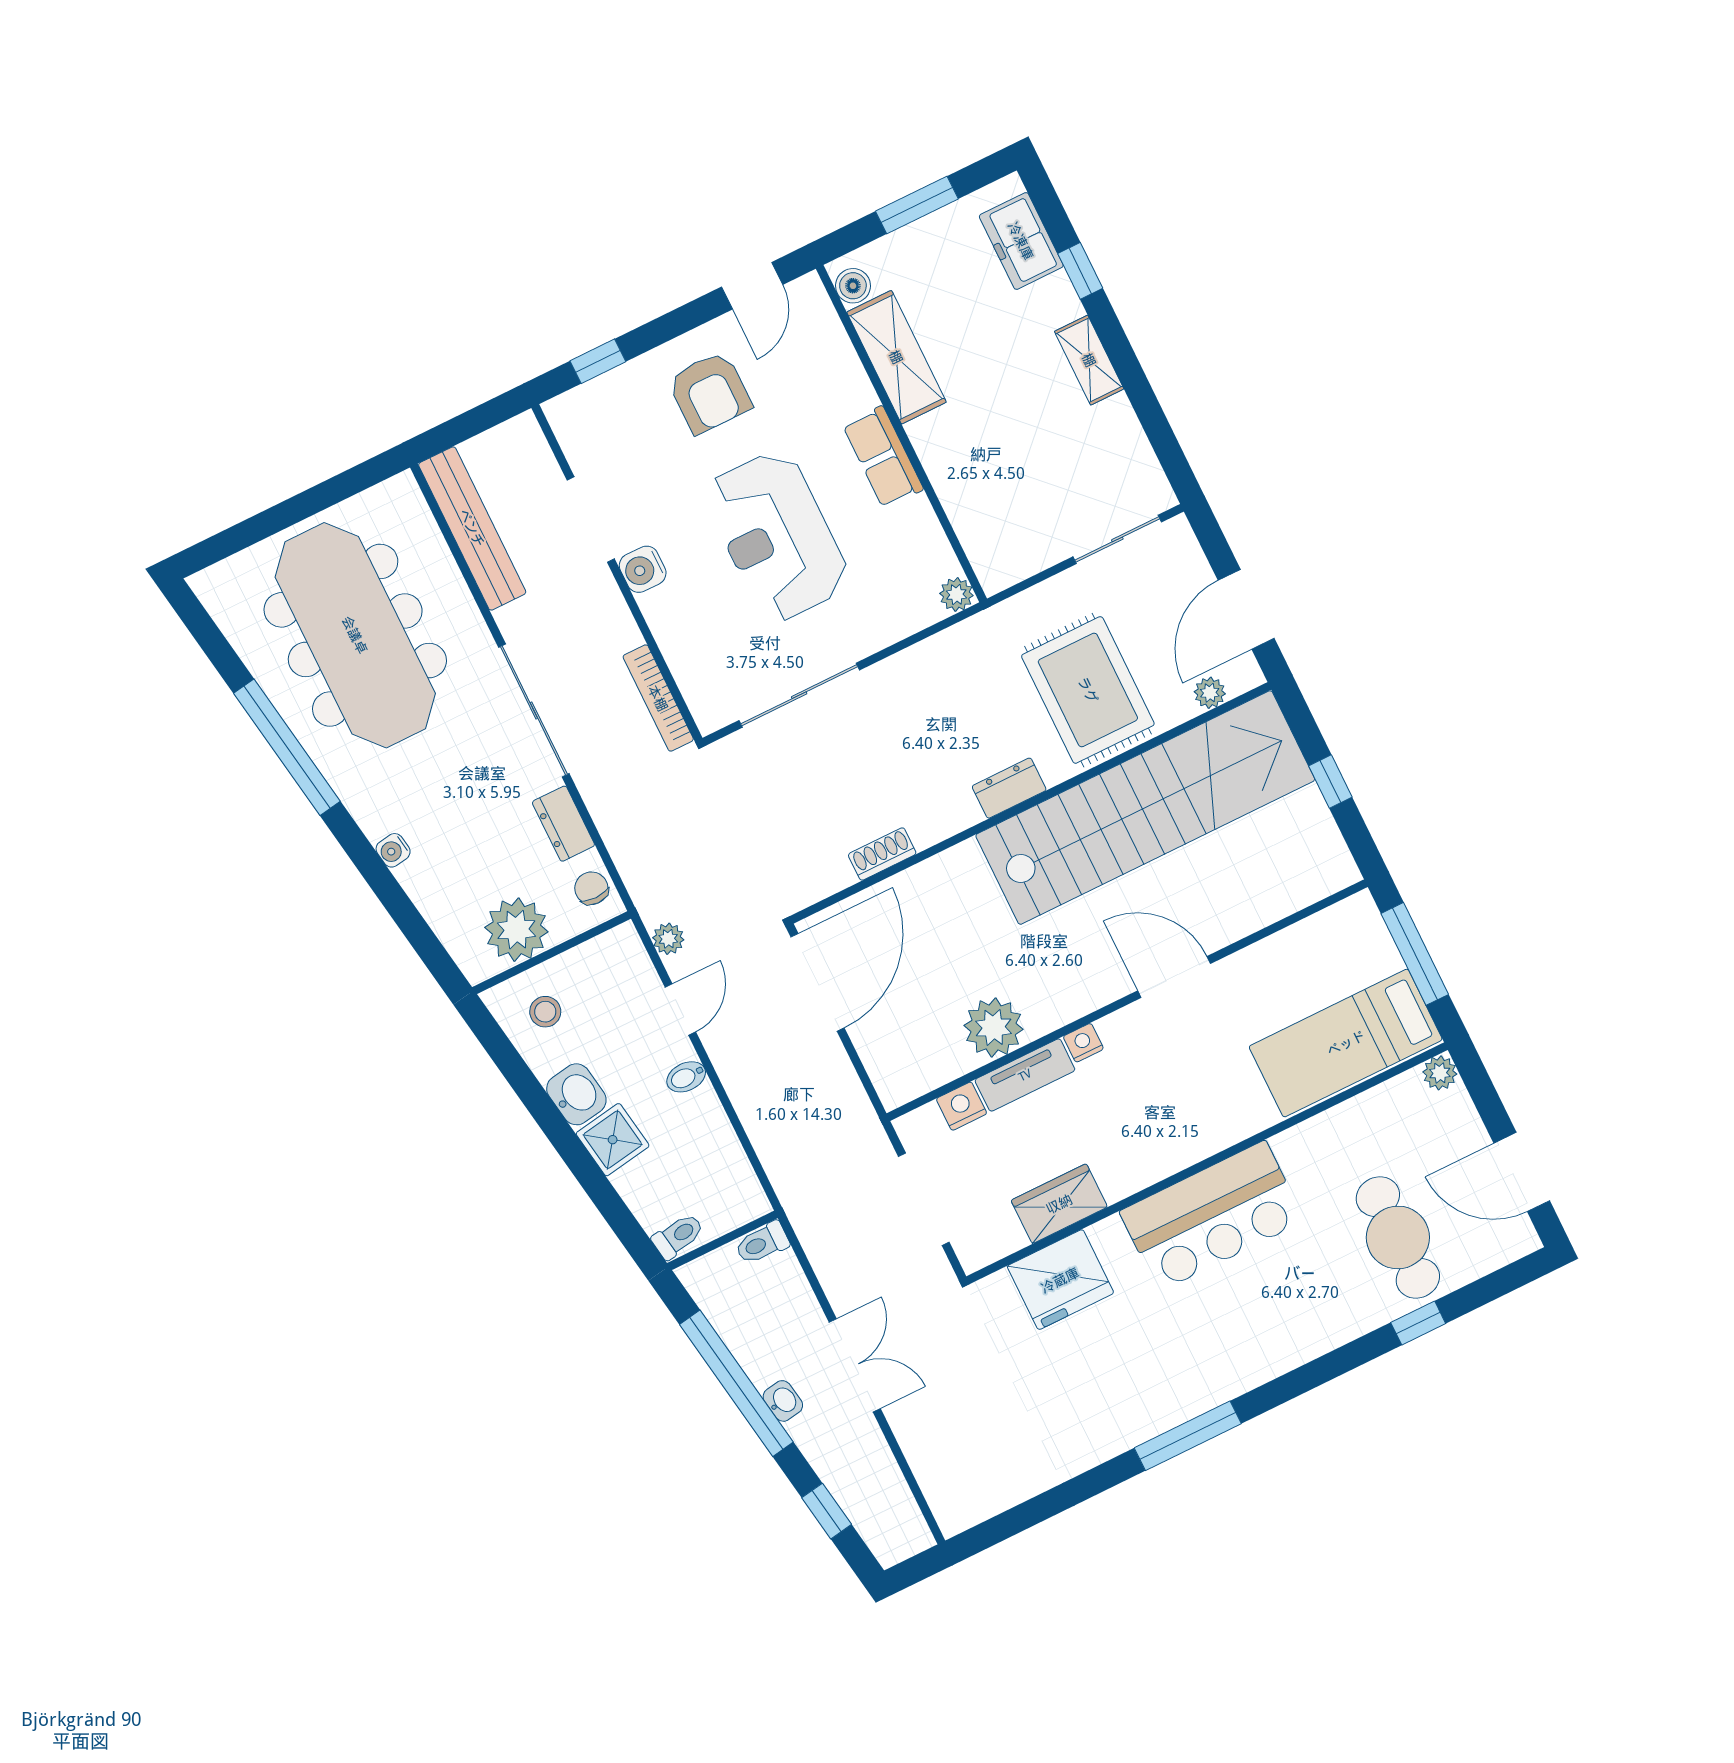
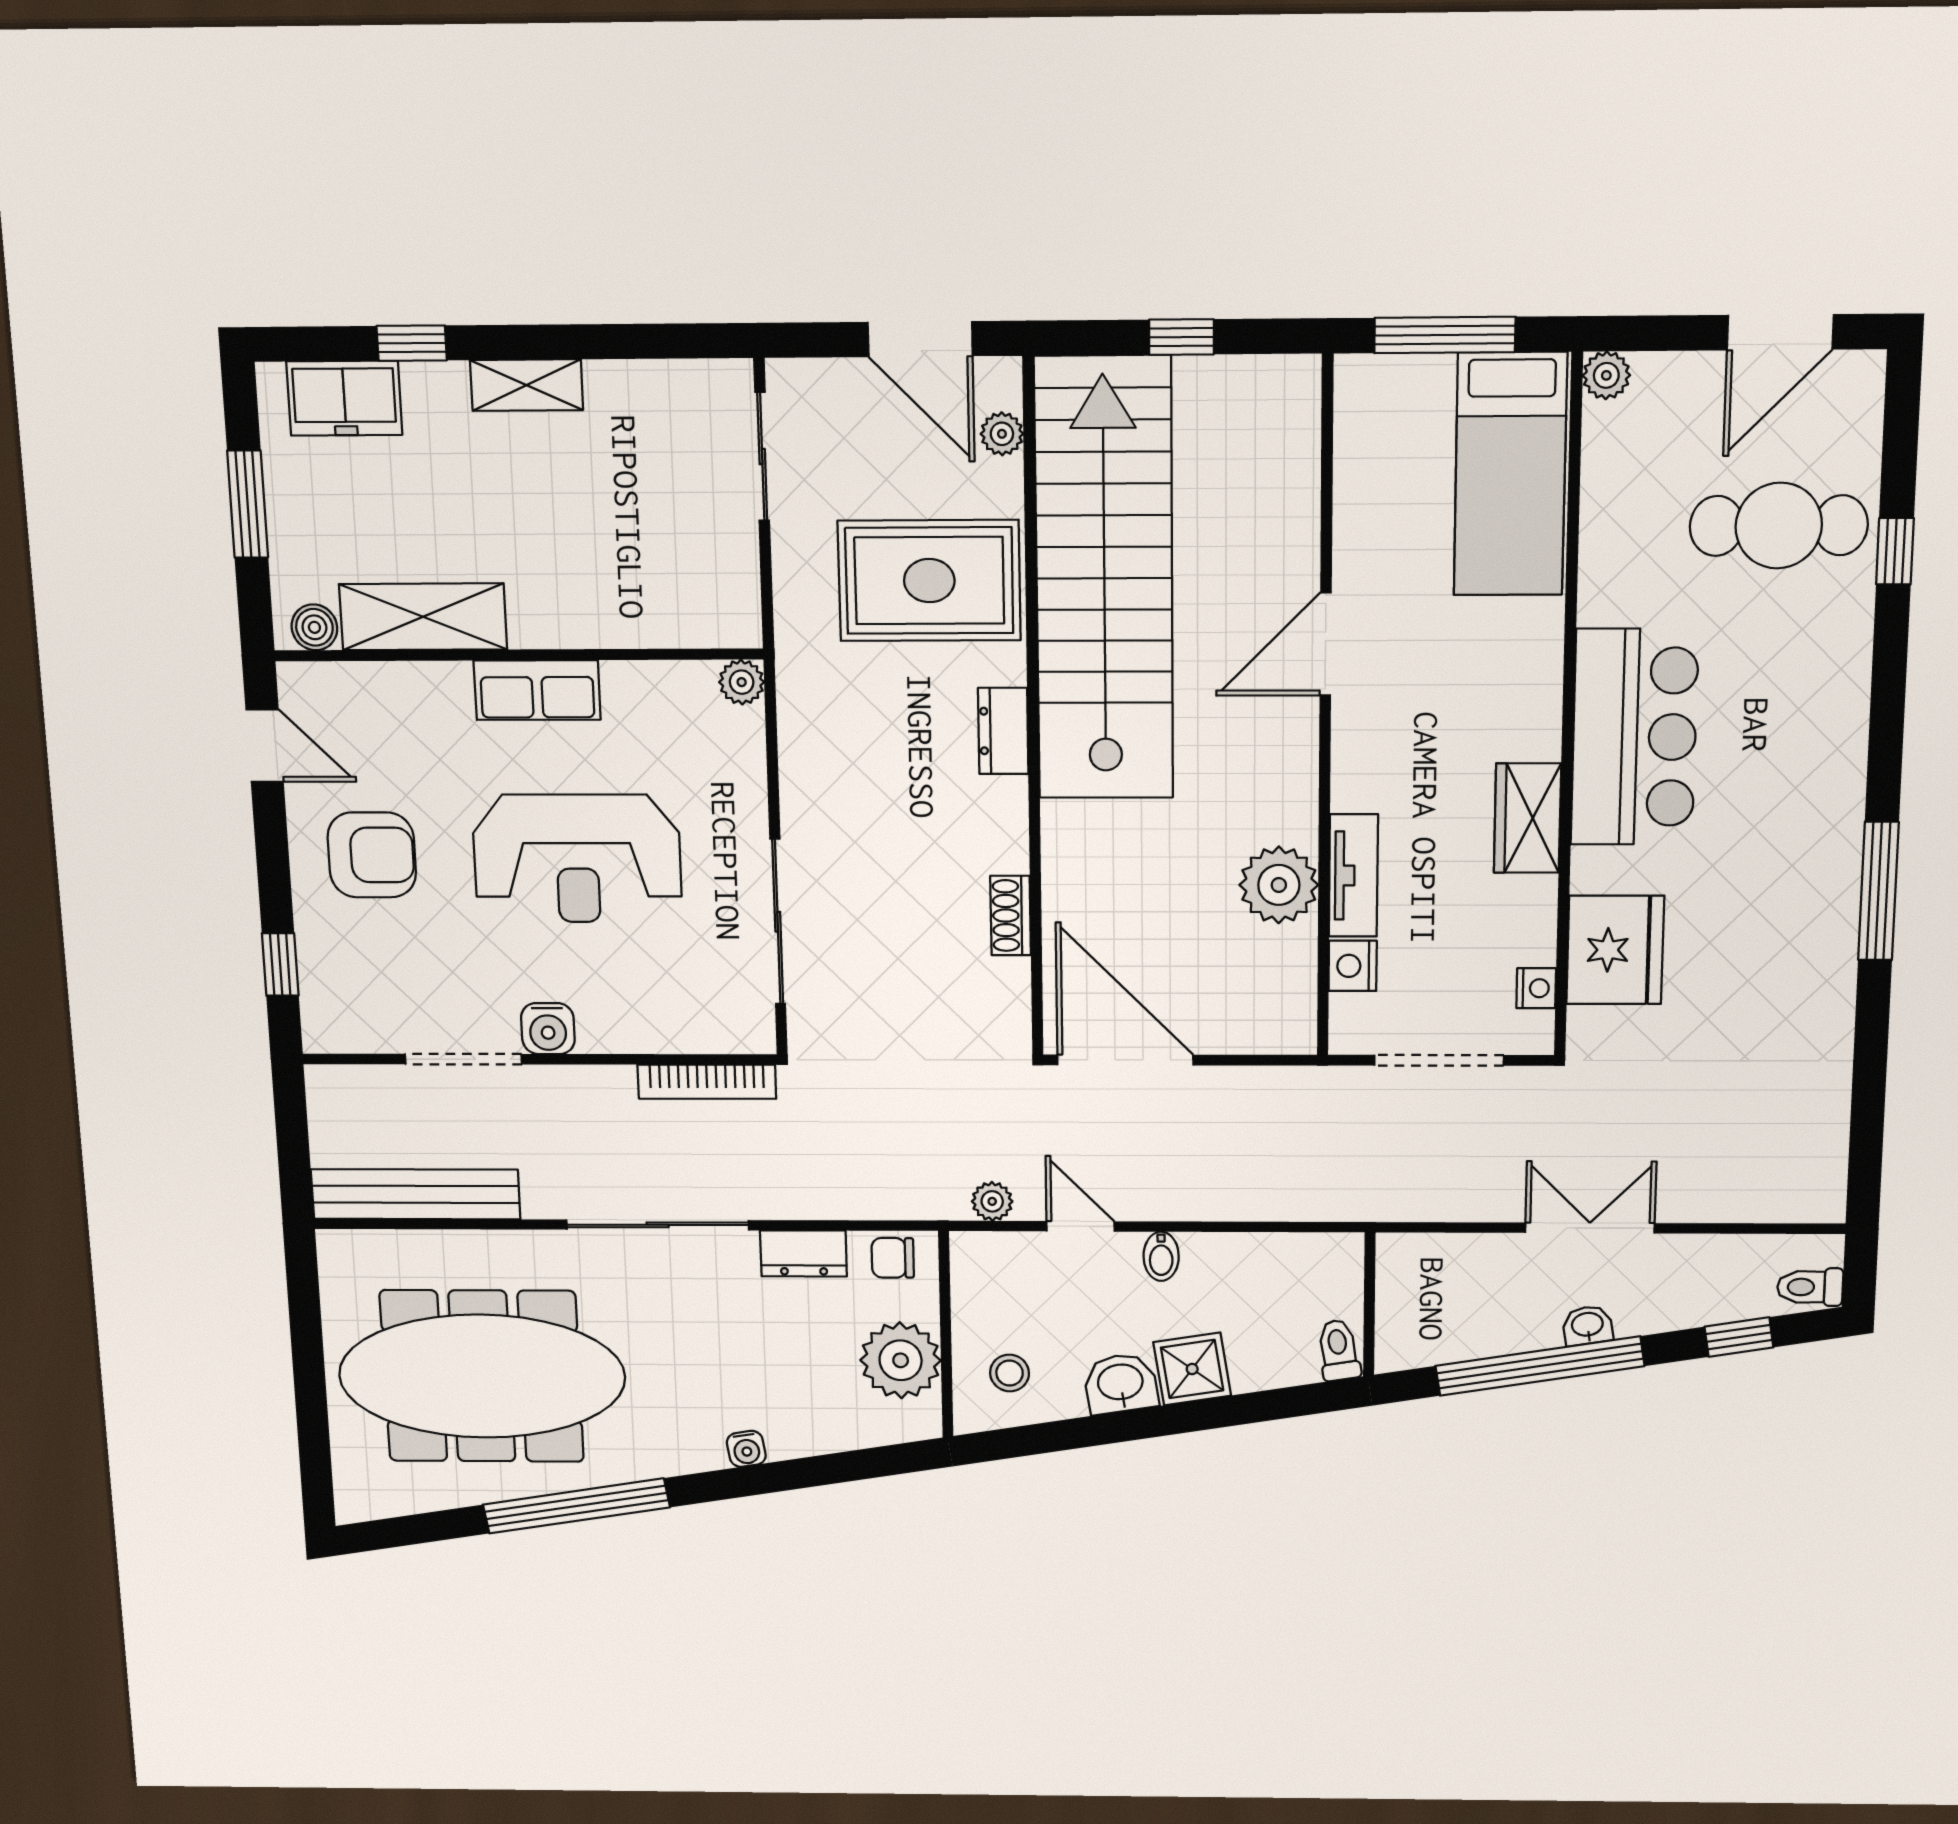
nightstand: (1083, 1043) -> (1536, 988), moved, turned 180
wardrobe: (1059, 1204) -> (1527, 818), moved
toilet: (762, 1243) -> (1810, 1287), moved, turned 90

